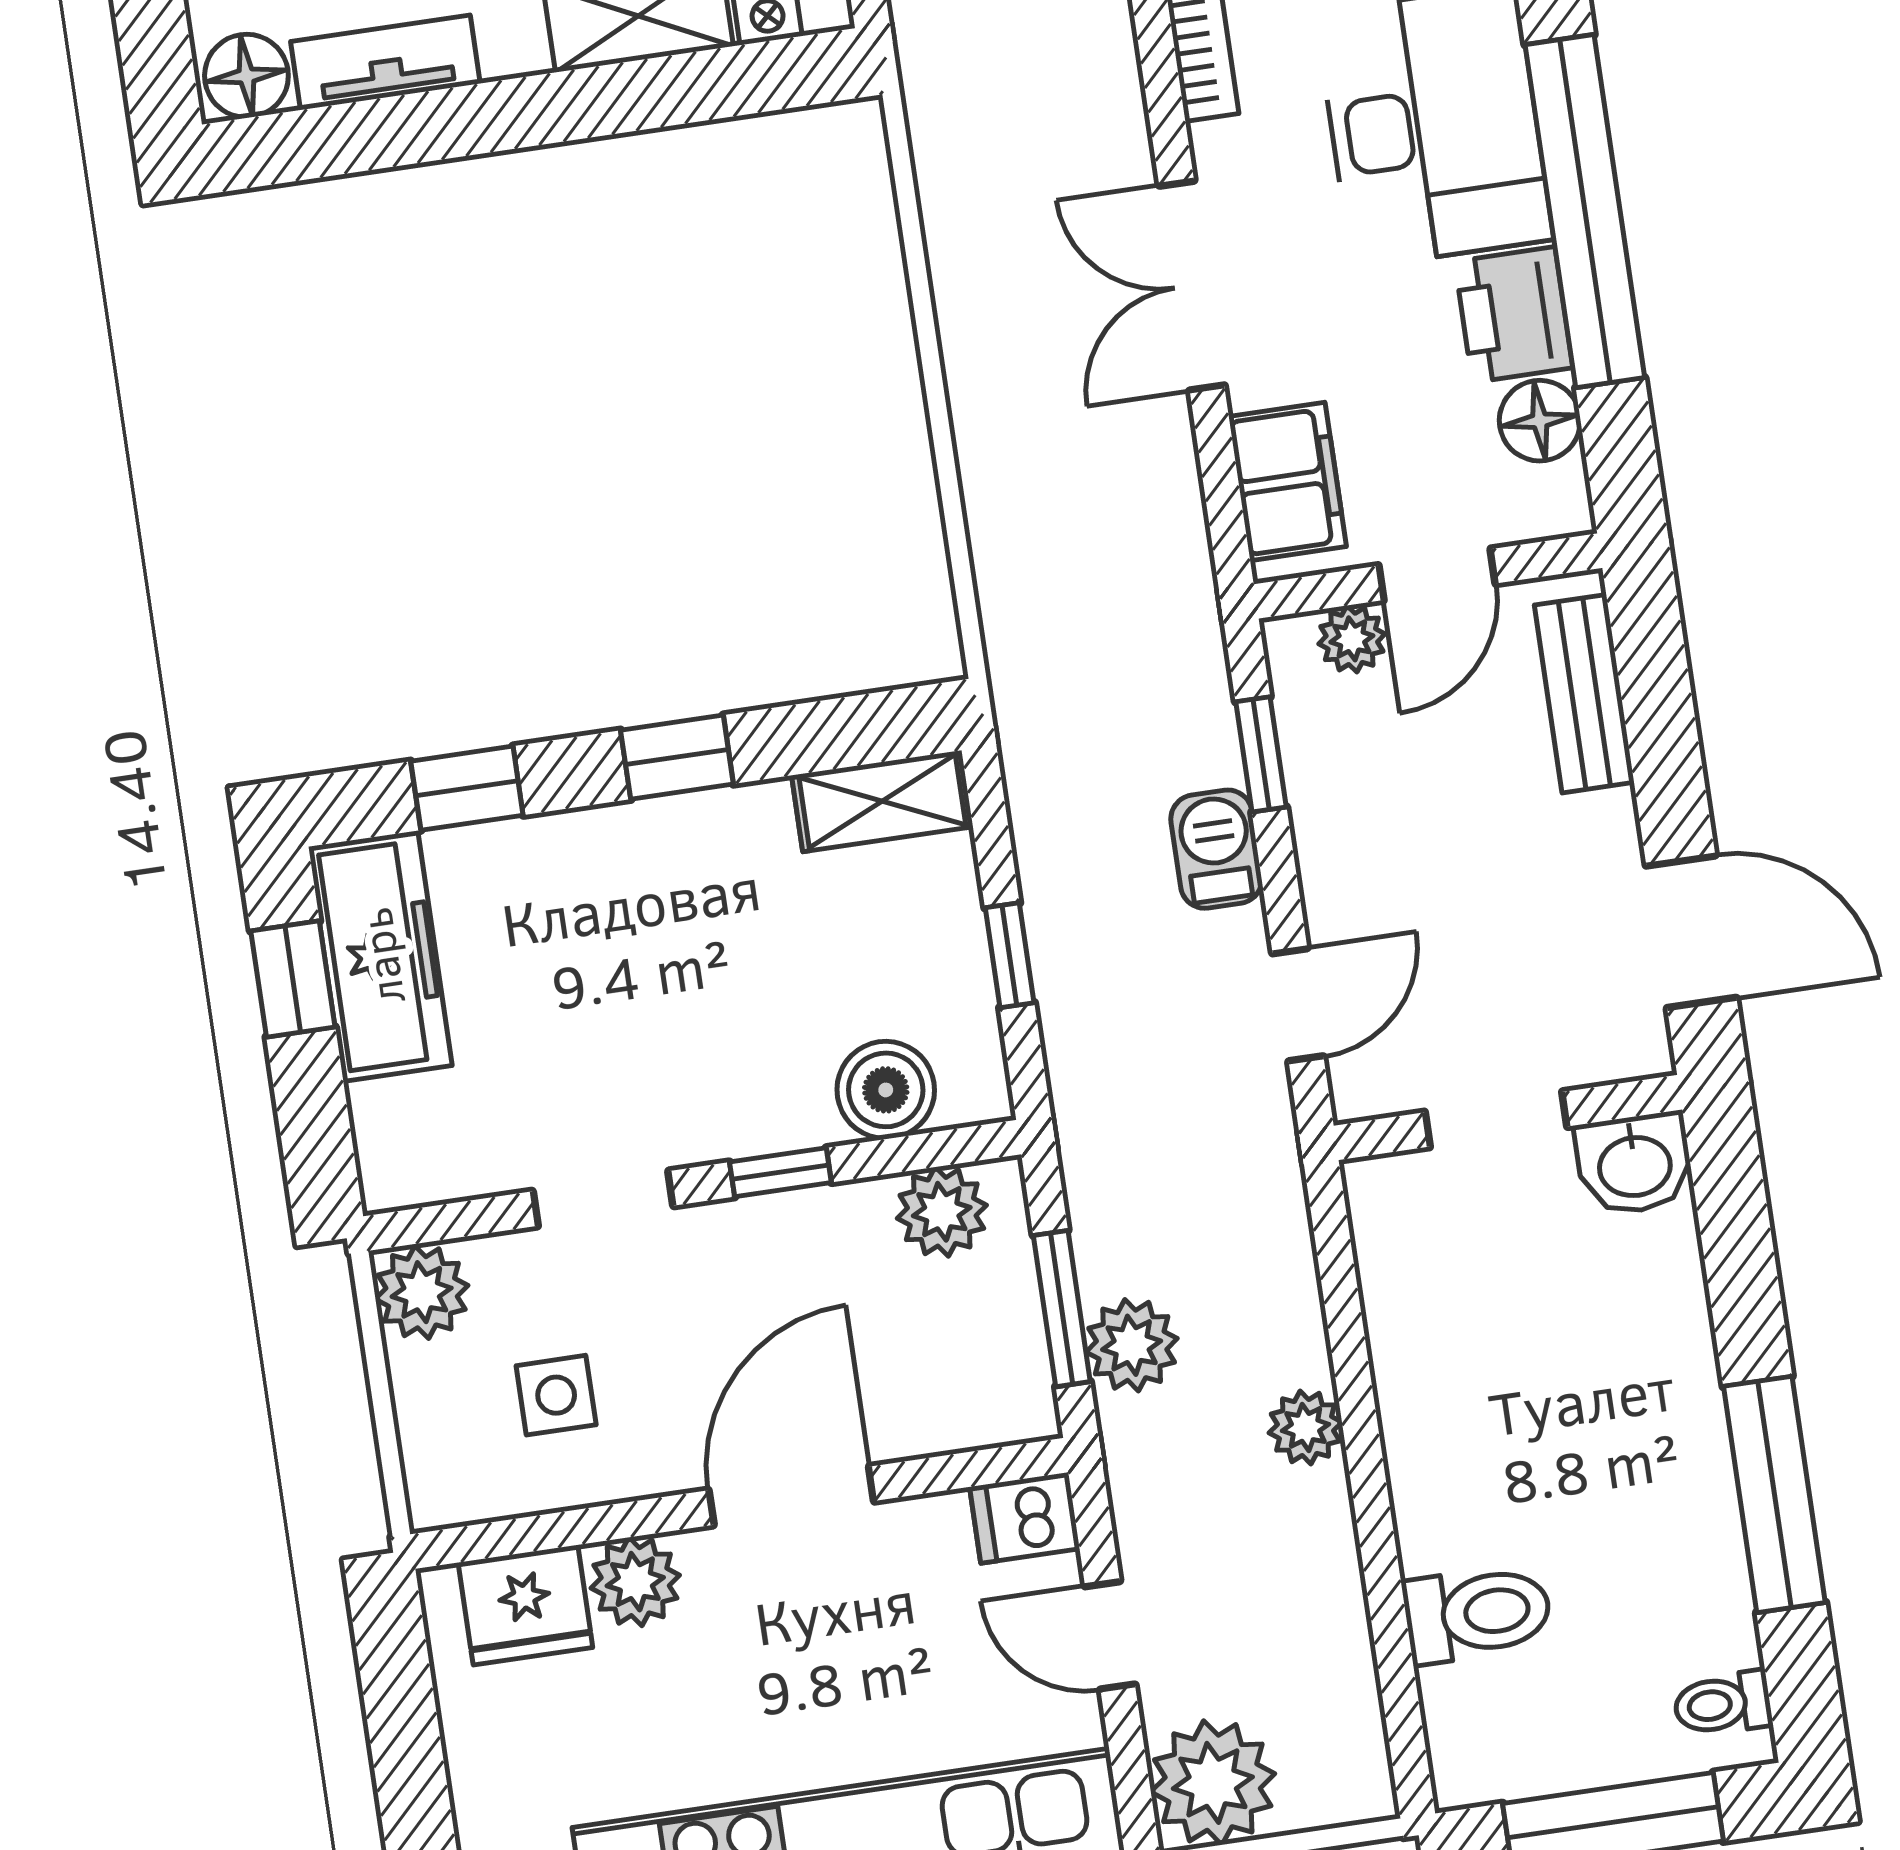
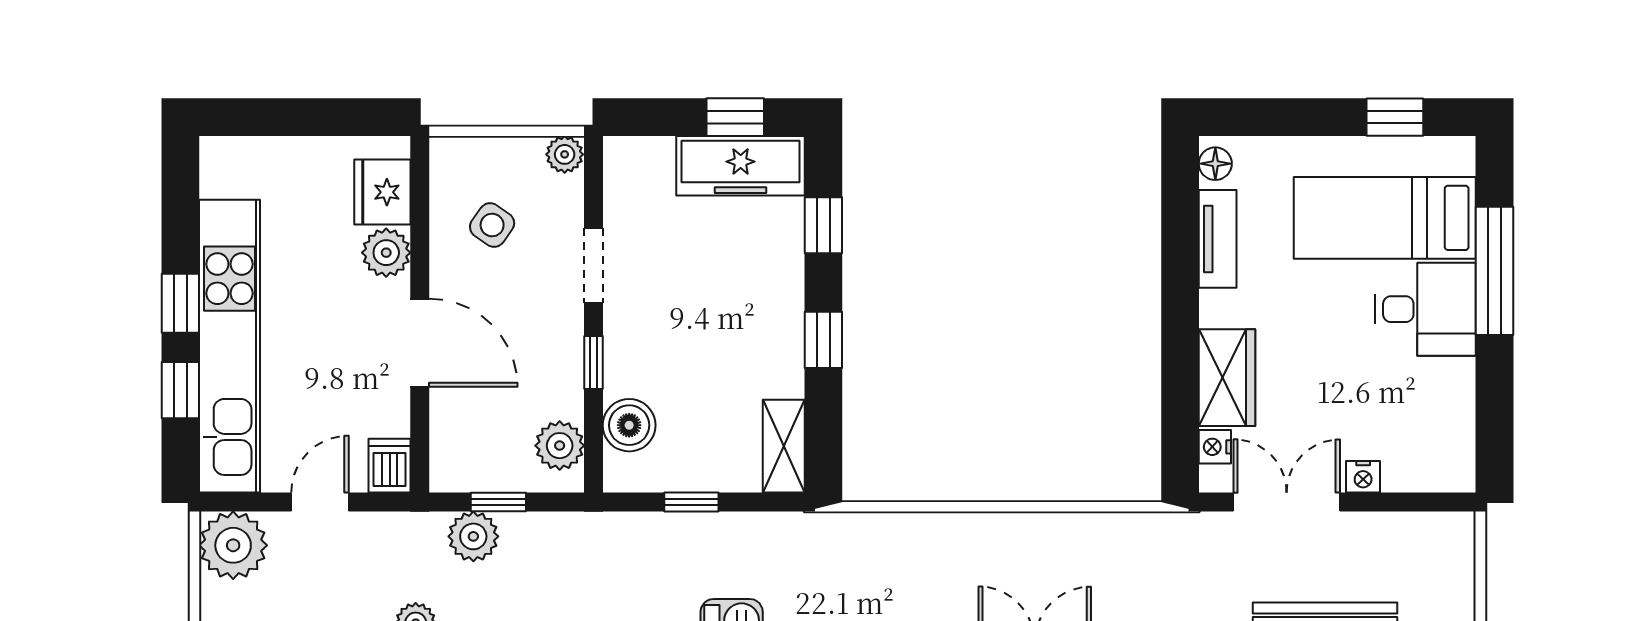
floor lamp: (246, 76) -> (1215, 164), width x0.73, depth x0.73
plant: (422, 1292) -> (565, 154), width x0.73, depth x0.73
window: (1062, 1309) -> (498, 502), width x0.67
side table: (556, 1395) -> (492, 225), turned 35

